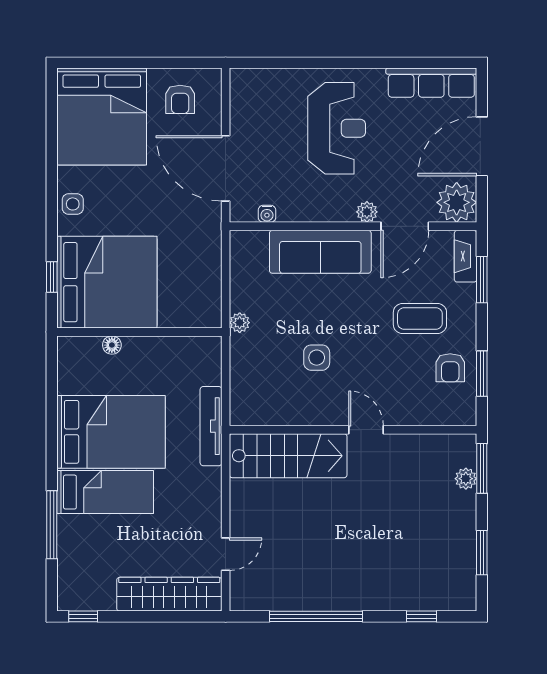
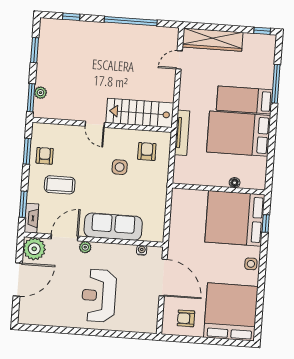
row of seats: (431, 83) -> (44, 317), removed
armchair: (180, 99) -> (186, 318), turned -90
plant: (240, 323) -> (162, 190), removed
armchair: (271, 389) -> (147, 151), added

